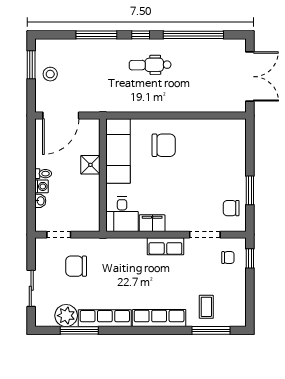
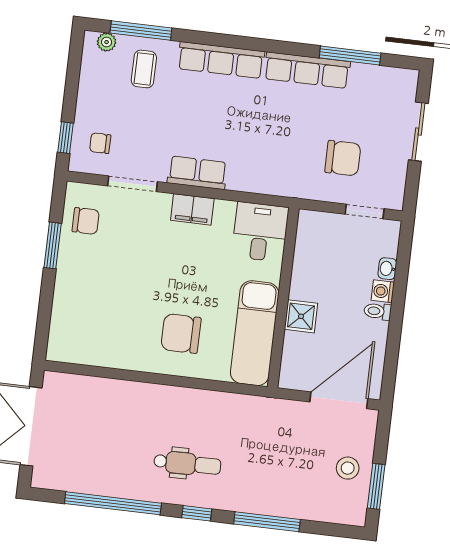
filing cabinet: (152, 223) -> (192, 209), moved
plant: (66, 316) -> (107, 42), moved, width x0.53, depth x0.53

